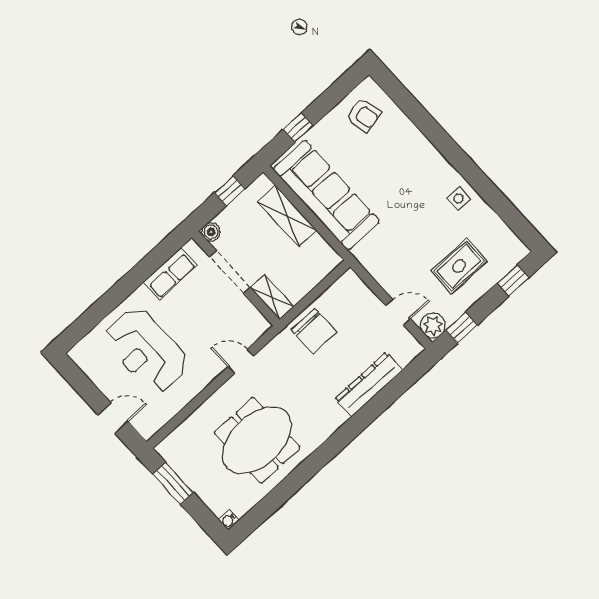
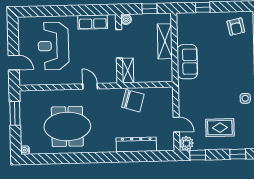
sofa: (326, 195) -> (187, 62), width x0.54, depth x0.79
chair: (314, 331) -> (133, 101), turned -74

